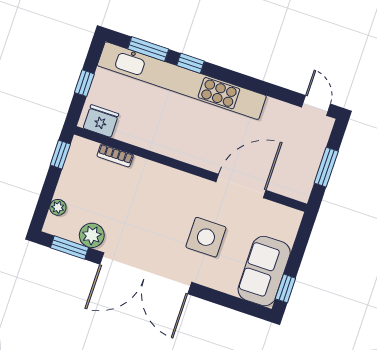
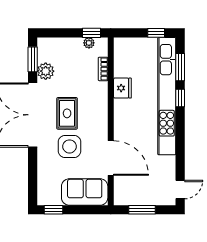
window: (84, 83) -> (156, 33), moved
fridge: (101, 121) -> (122, 88), moved
plant: (58, 207) -> (89, 43), moved
rug: (159, 225) -> (67, 113), added
sofa: (264, 271) -> (85, 192), moved

